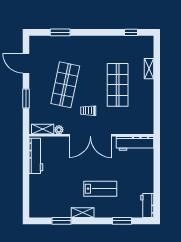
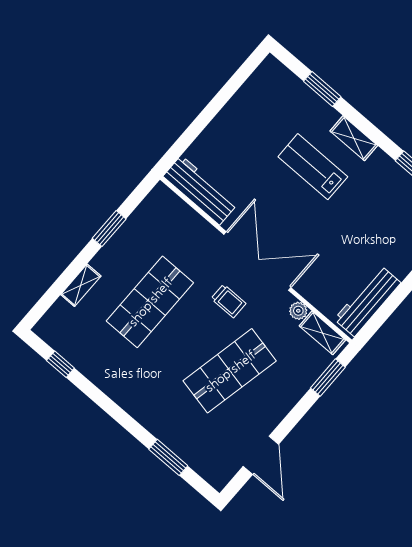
window: (26, 98) -> (328, 378), moved
window: (157, 99) -> (109, 229), added
workbench: (147, 206) -> (263, 79), removed
shelving: (83, 213) -> (354, 138), moved

